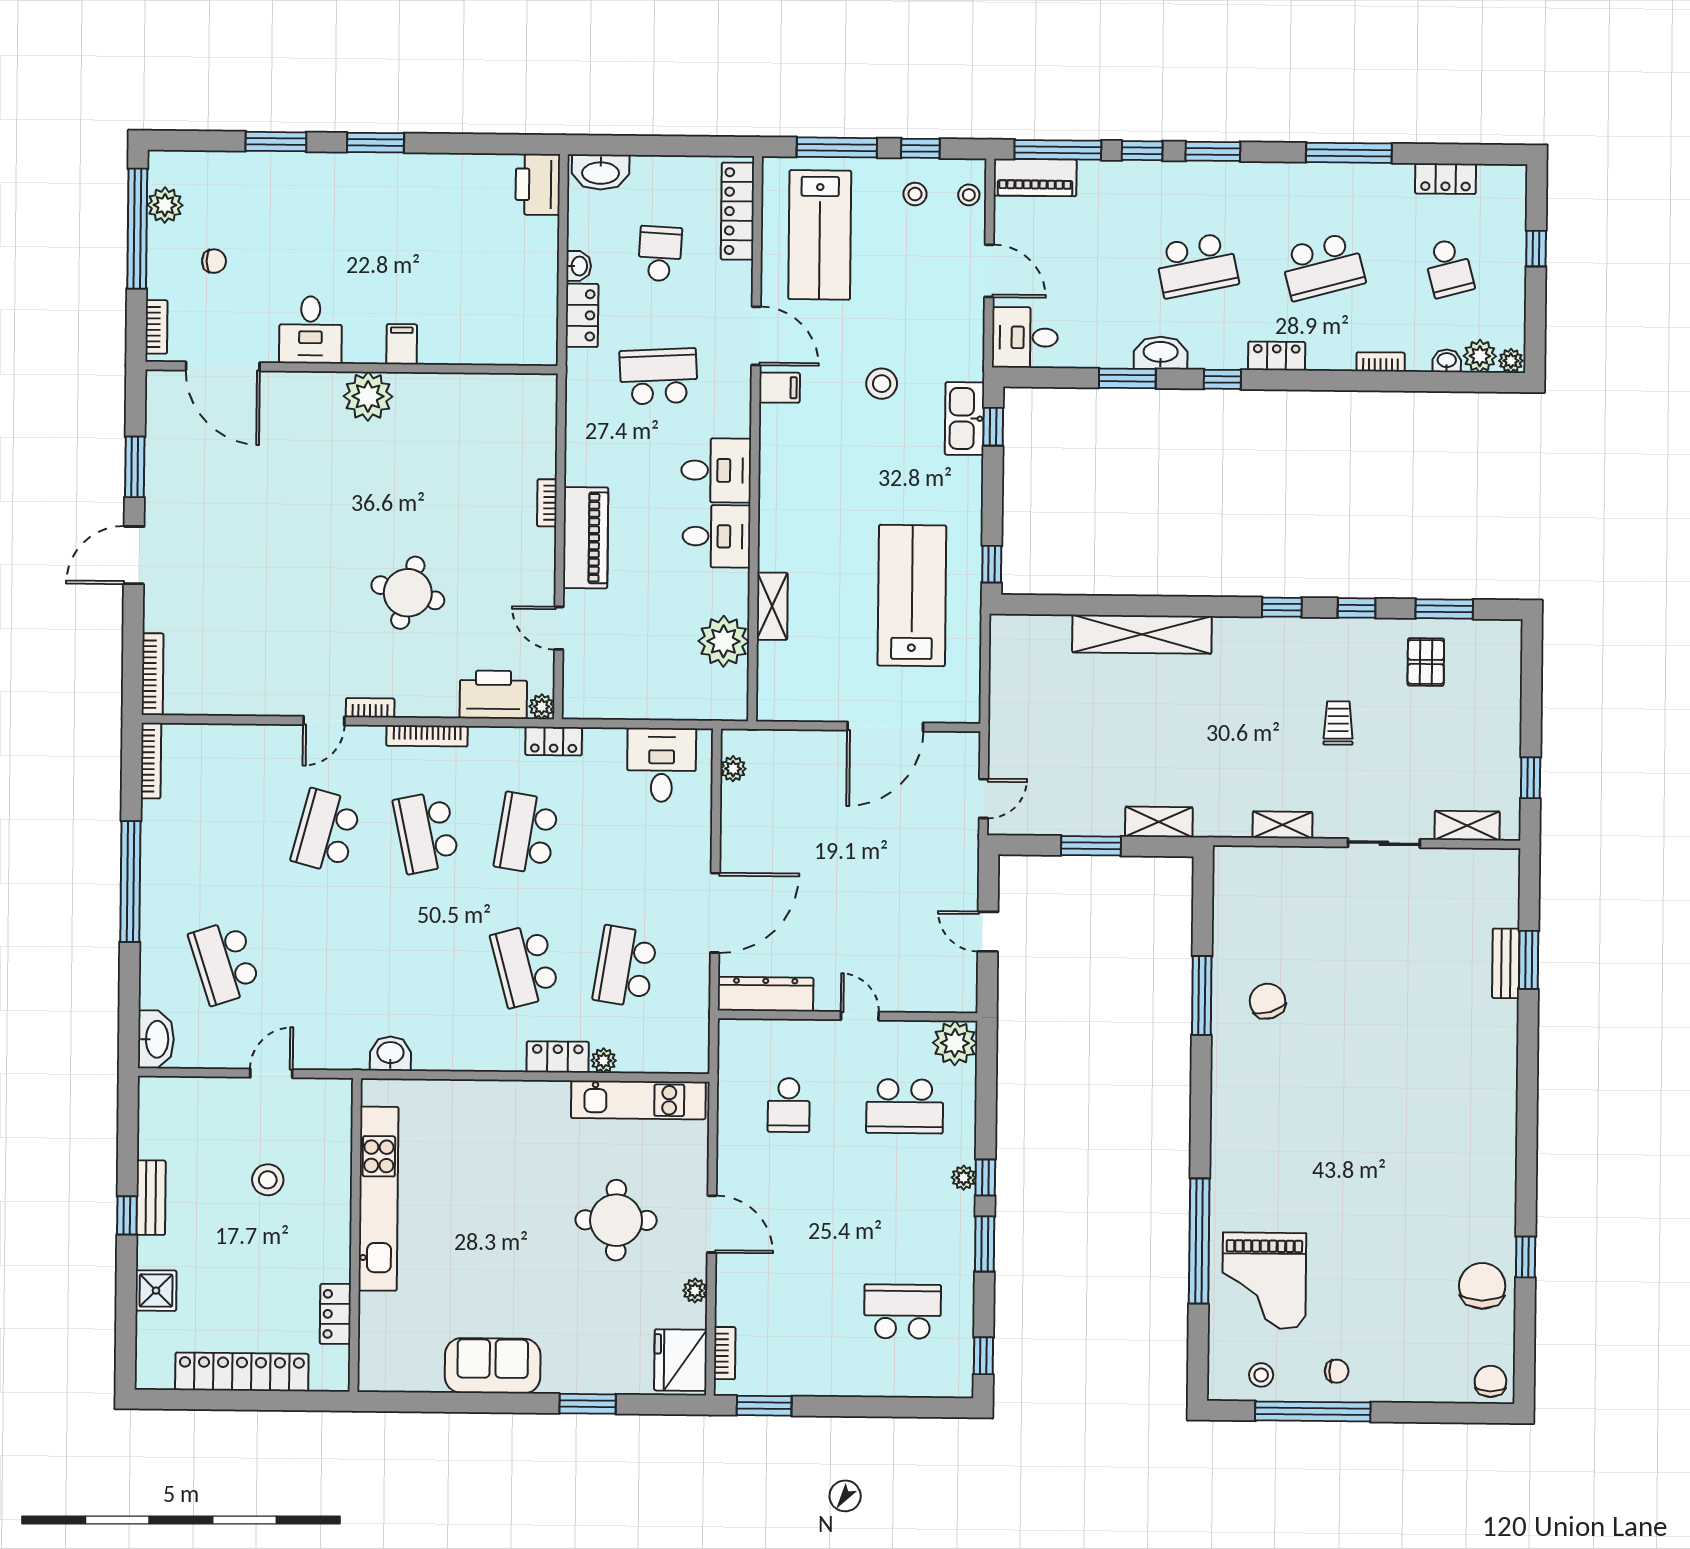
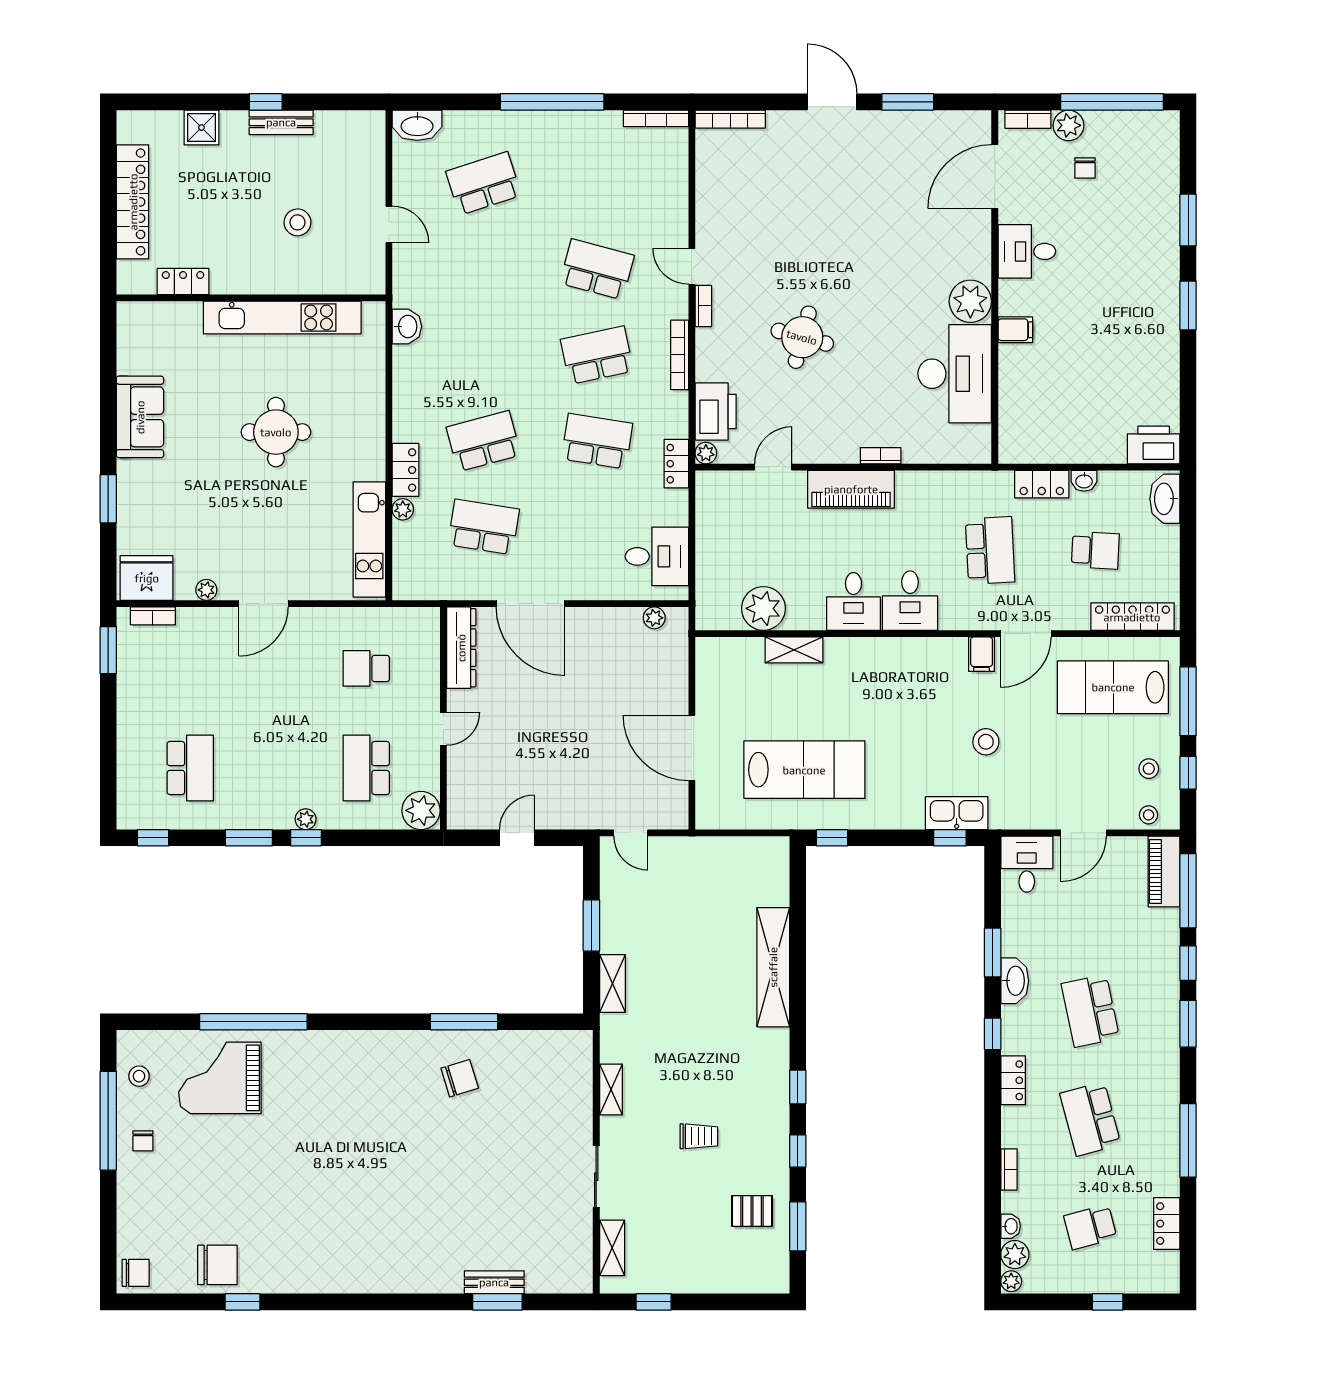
plant: (165, 205) -> (1069, 125), moved
desk: (452, 415) -> (955, 374), added
round table: (616, 1220) -> (276, 432), moved

